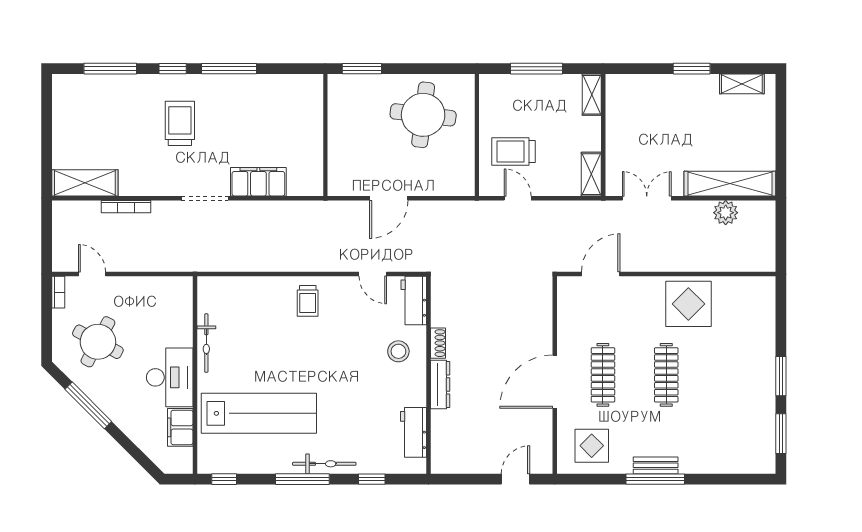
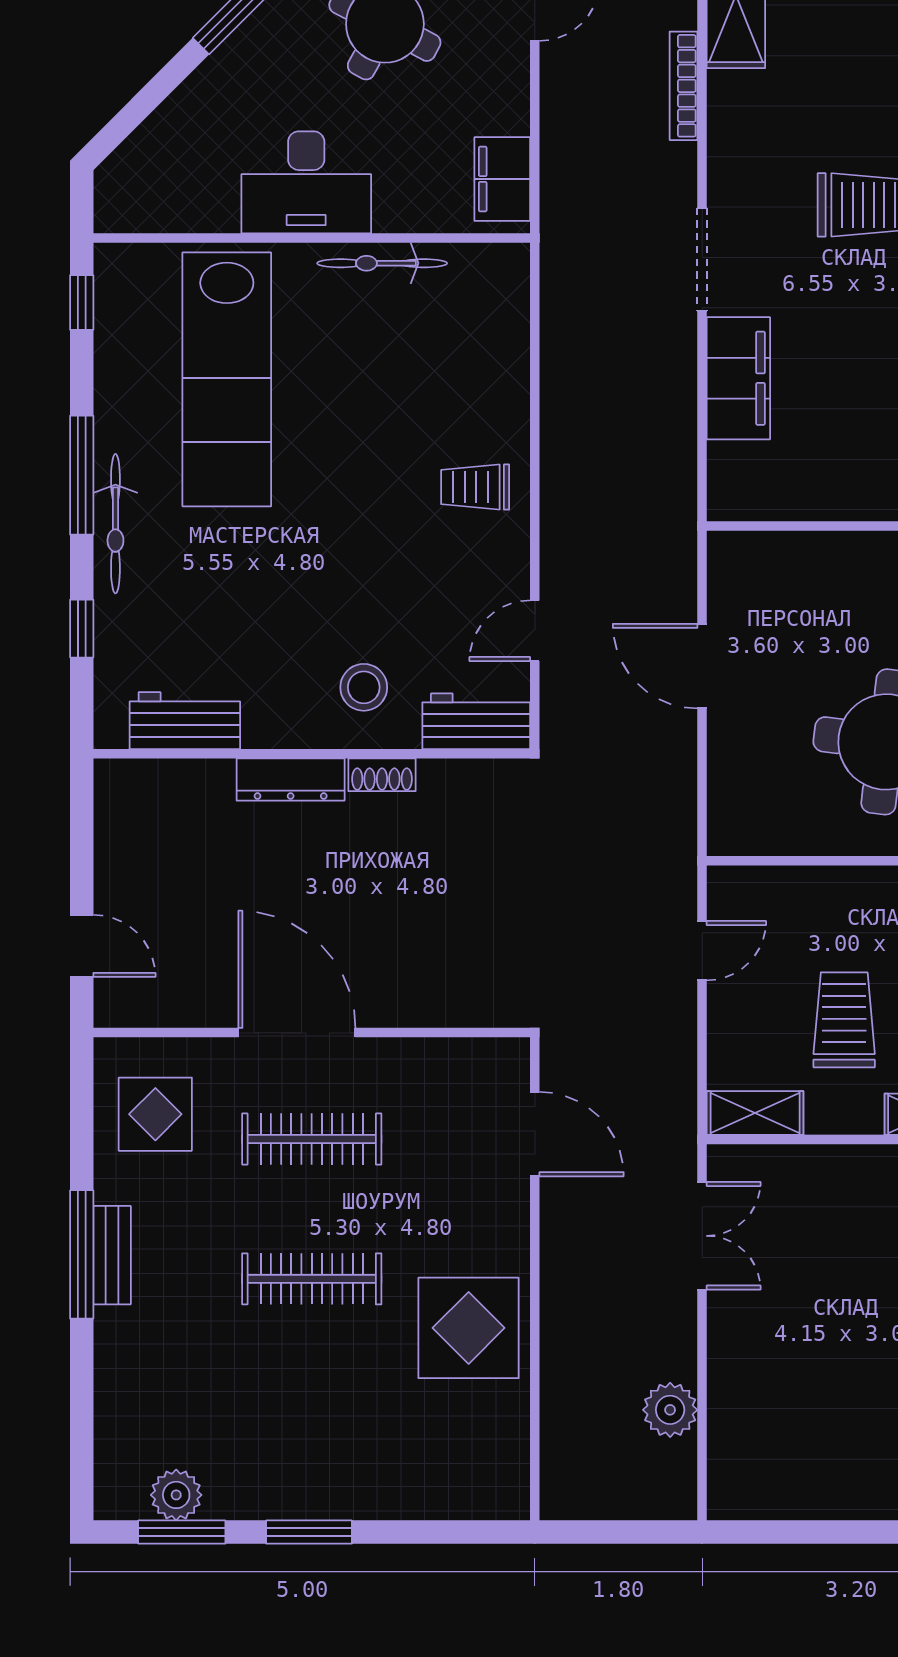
trolley: (513, 152) -> (844, 1020), moved
shelving: (730, 184) -> (734, 1419), removed
filing cabinet: (180, 427) -> (502, 179), moved, turned -90
plant: (764, 436) -> (176, 1495), added

